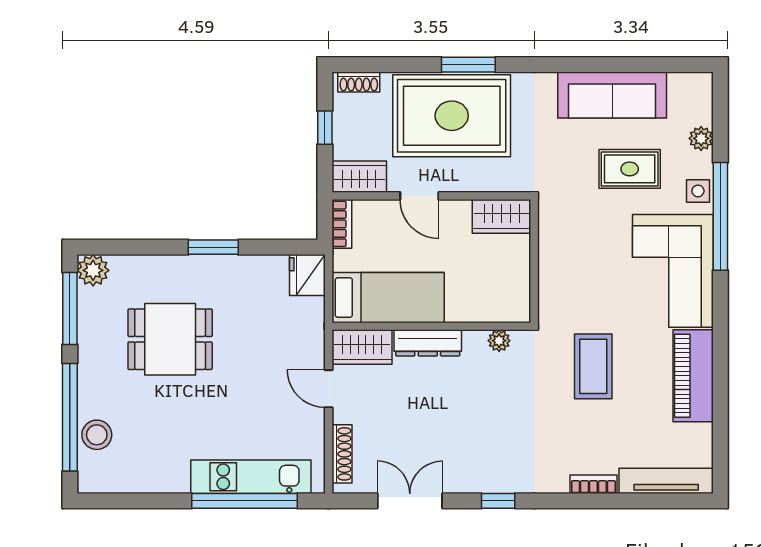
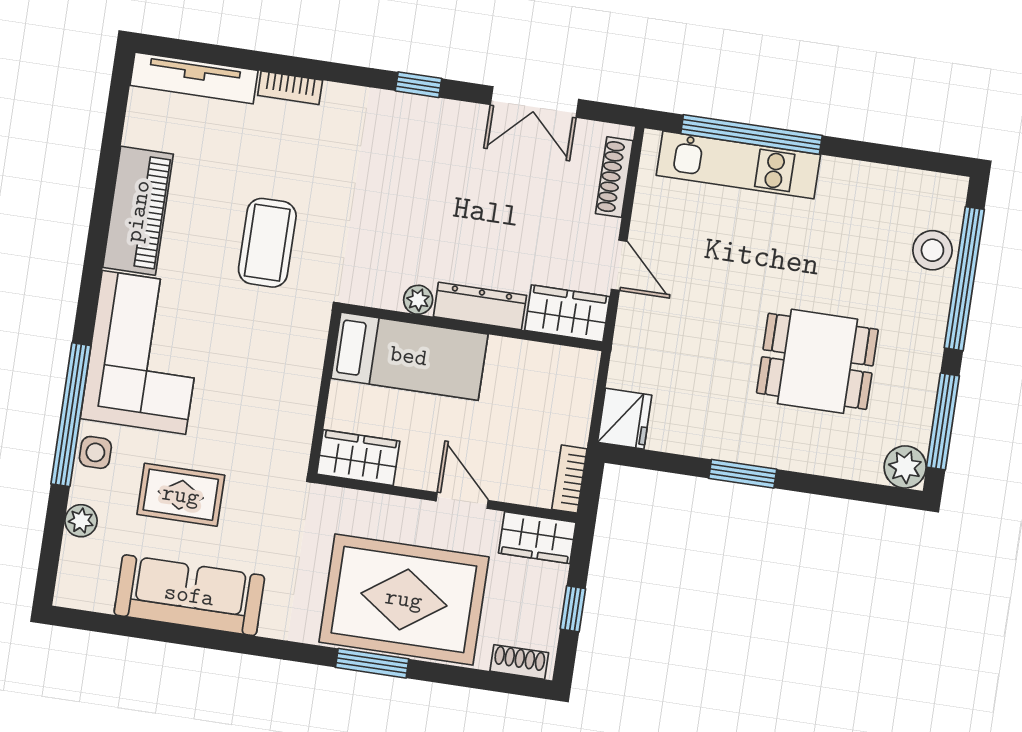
bed: (388, 298) -> (409, 356), moved, turned 180
plant: (499, 341) -> (418, 300), moved

